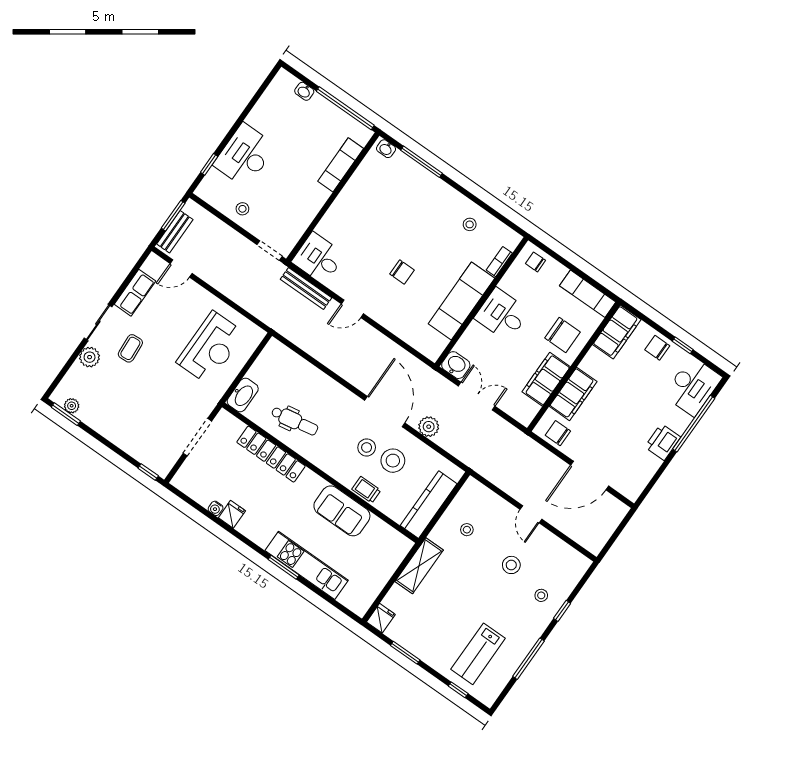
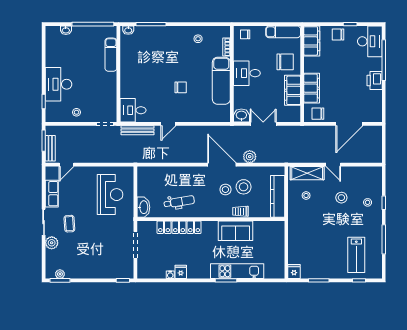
shelving: (419, 566) -> (307, 173), moved, turned 90

